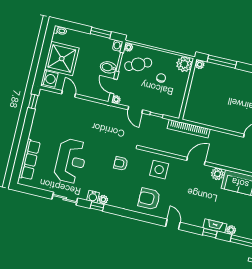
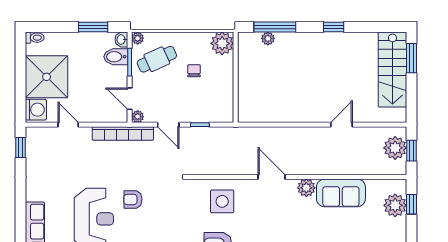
plant: (200, 64) -> (268, 38), moved
bidet: (108, 67) -> (116, 57), moved
bookcase: (189, 129) -> (123, 133), moved
door: (196, 161) -> (272, 177), hinge flipped
armchair: (121, 164) -> (133, 199), moved

